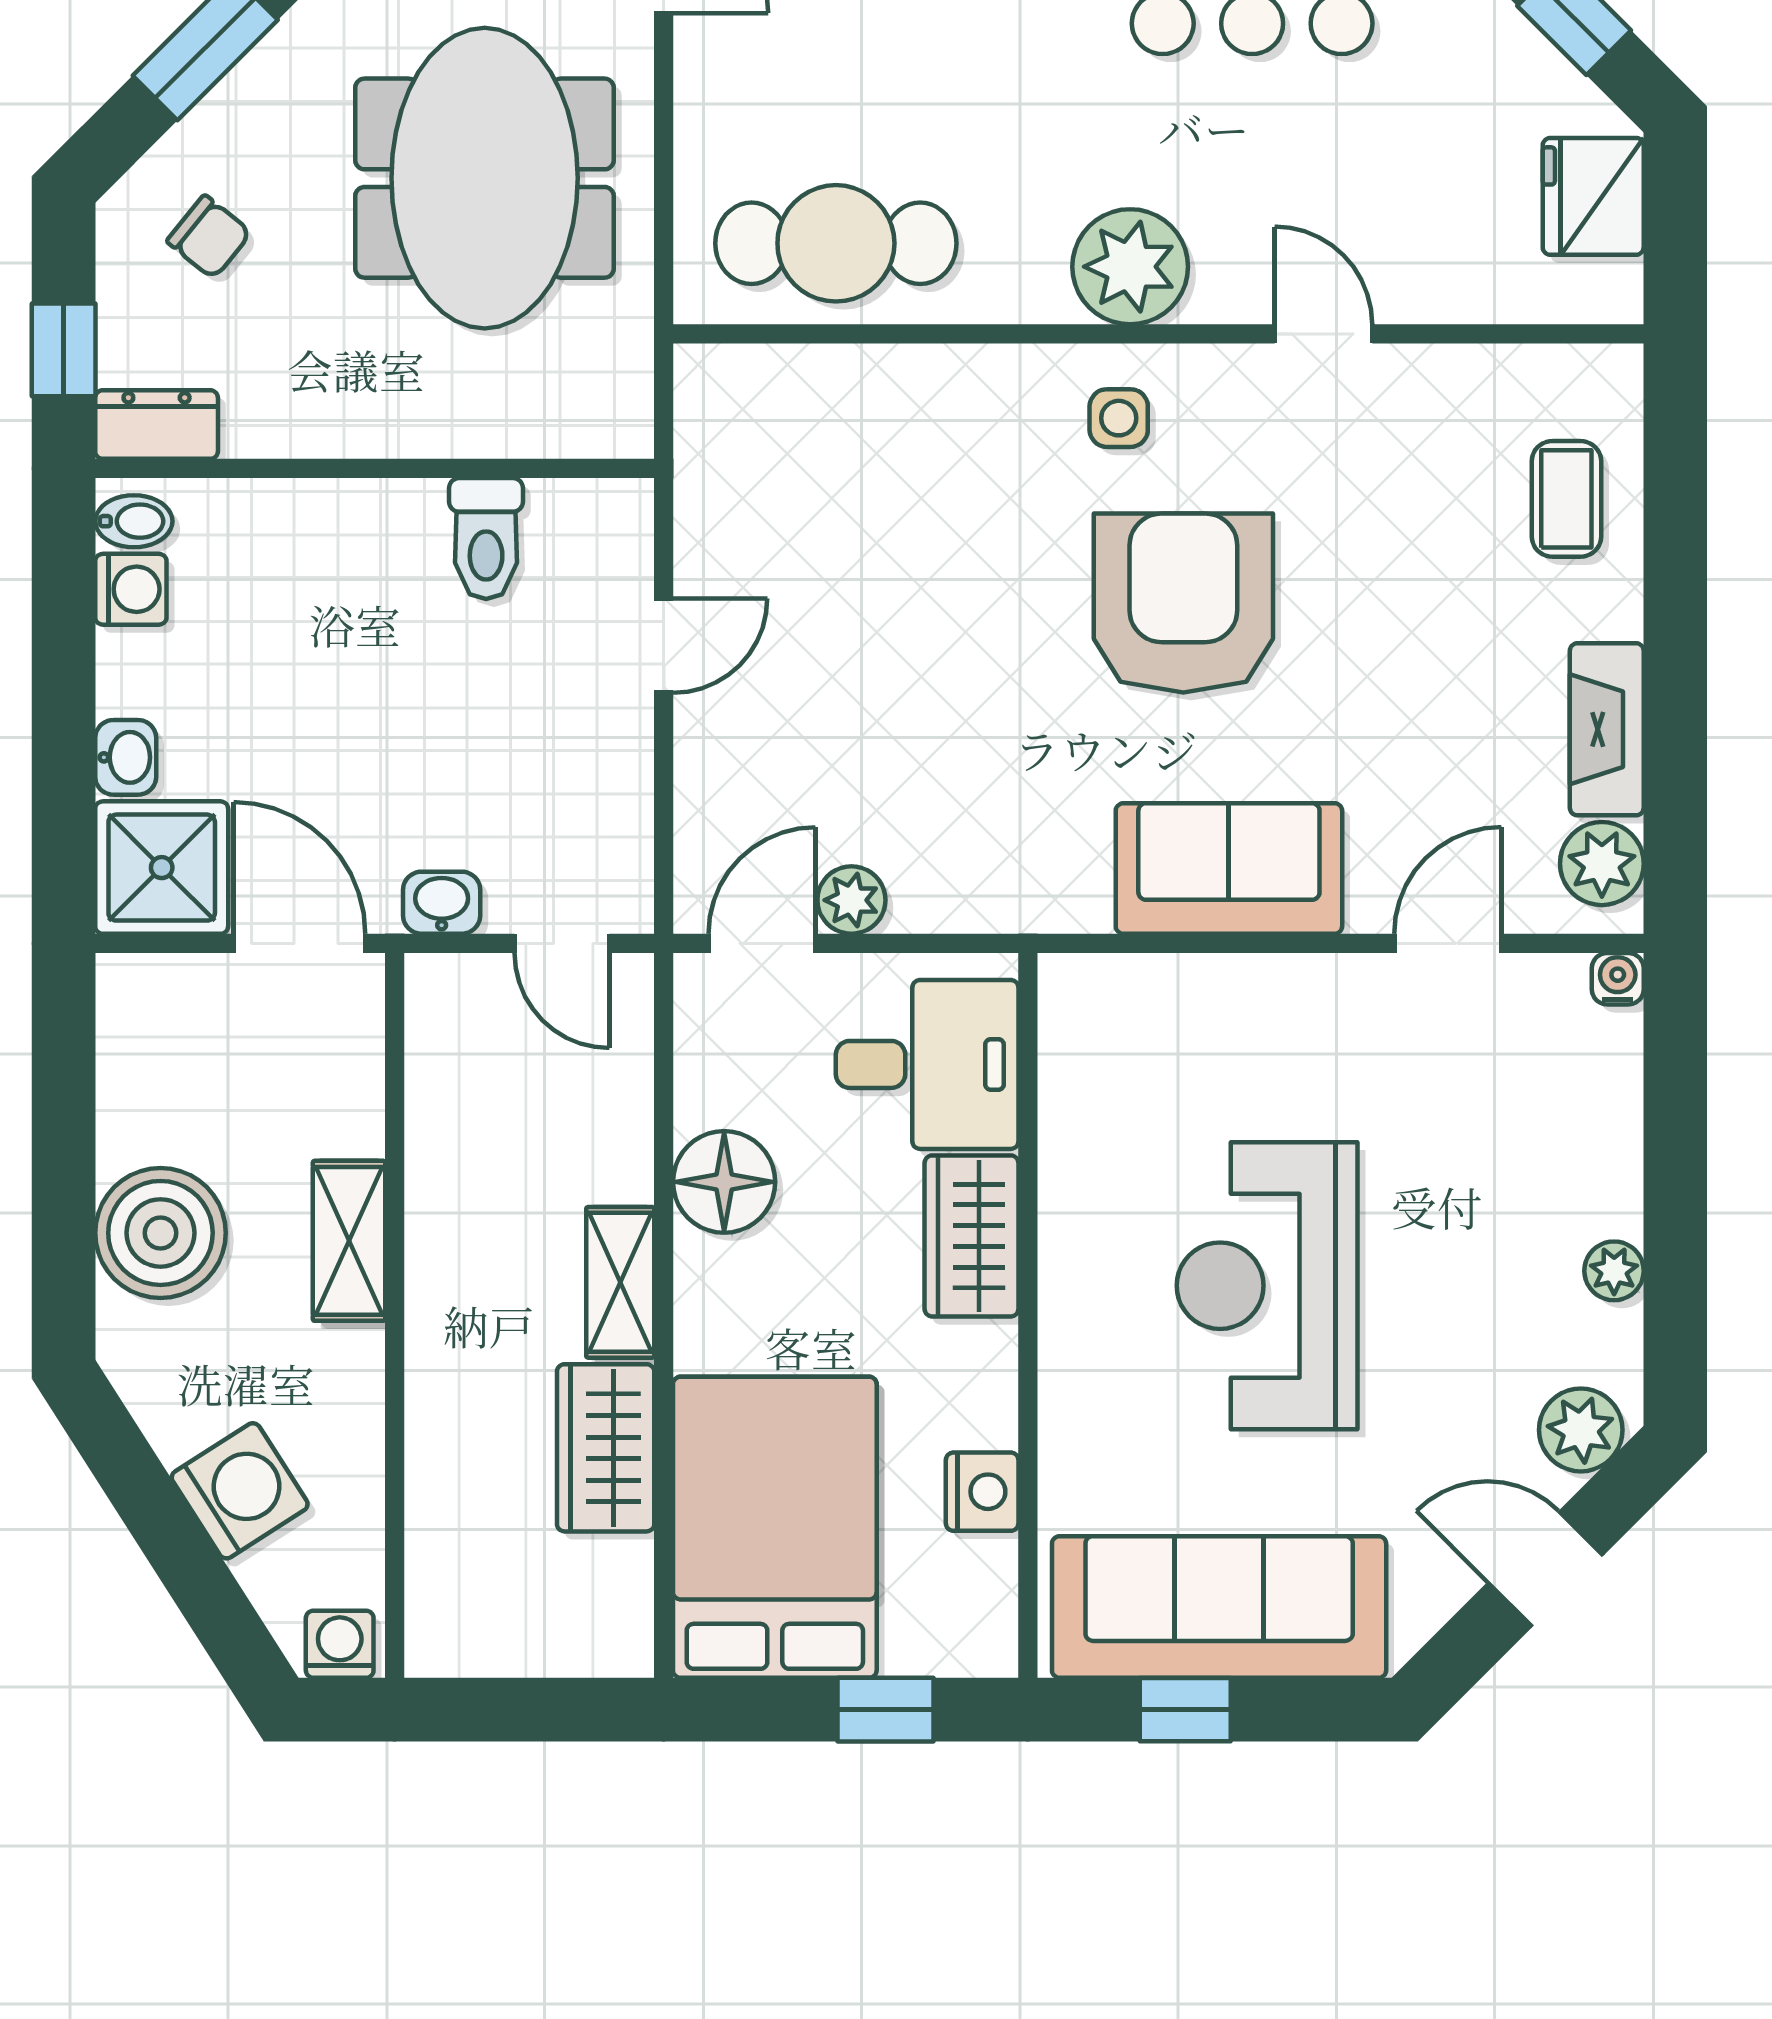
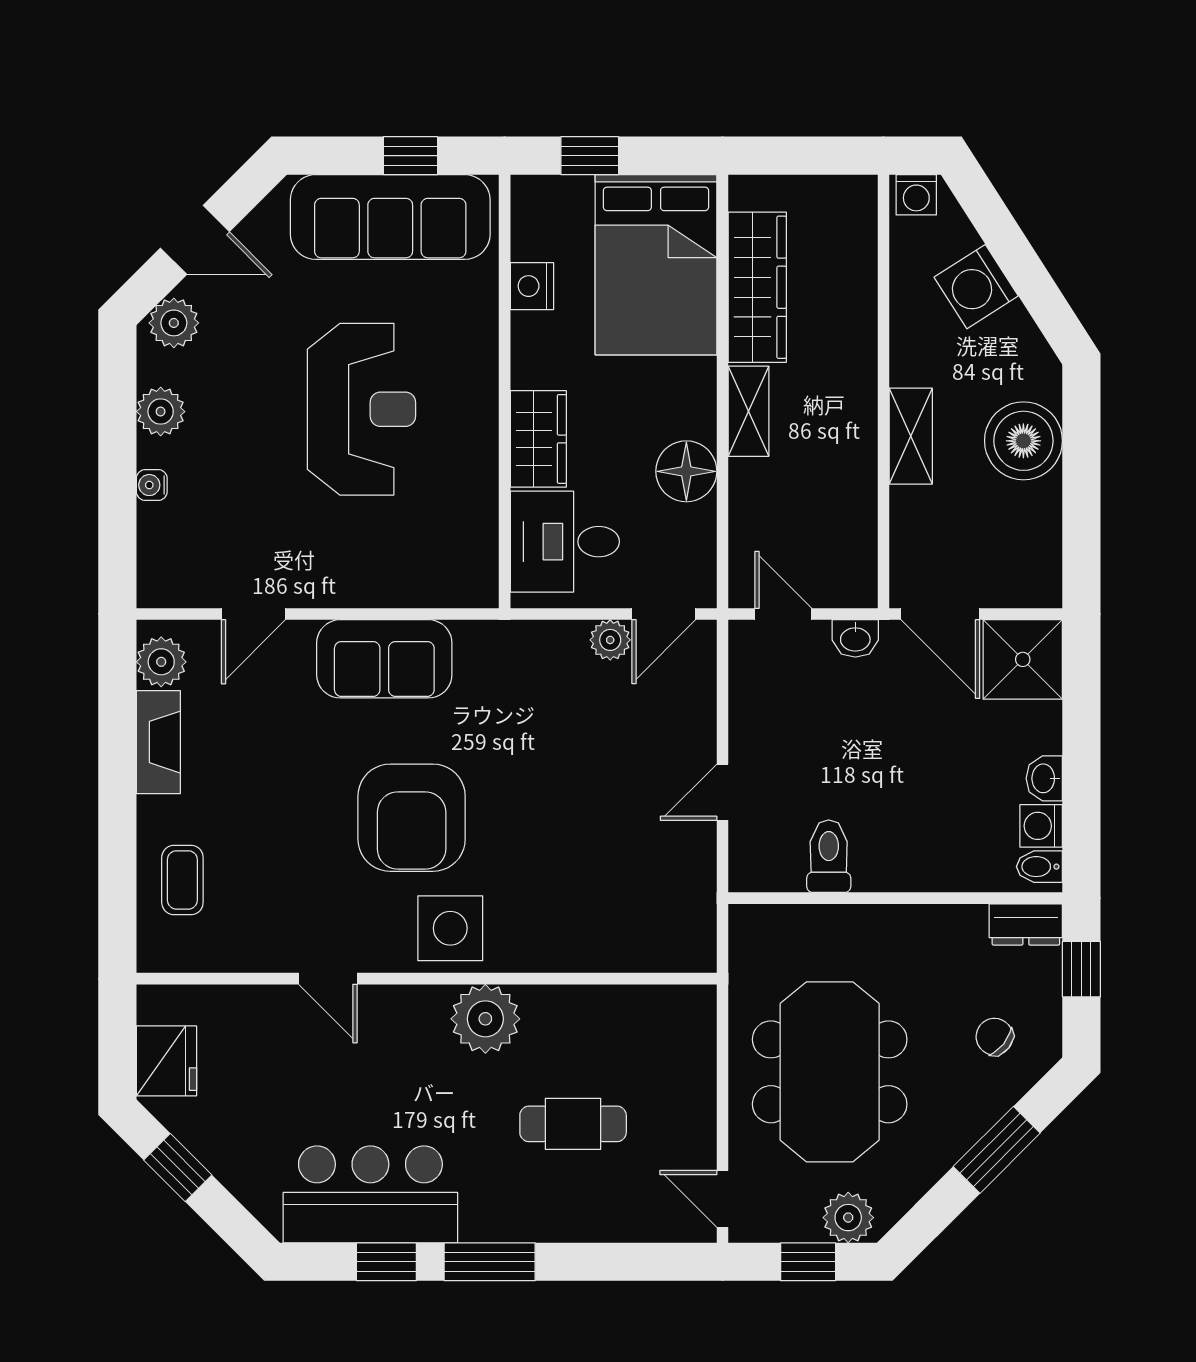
cafe table: (836, 243) -> (573, 1124), moved, width x0.73, depth x0.74
plant: (1130, 267) -> (485, 1019), moved
side table: (1119, 418) -> (450, 928), width x1.87, depth x1.87
washbasin: (126, 757) -> (1044, 778), moved
water cooler: (1618, 979) -> (152, 485), moved, turned 90
plant: (1614, 1271) -> (161, 412), width x1.38, depth x1.38
wardrobe: (606, 1448) -> (757, 287), width x1.50

